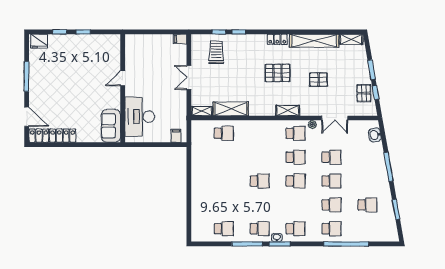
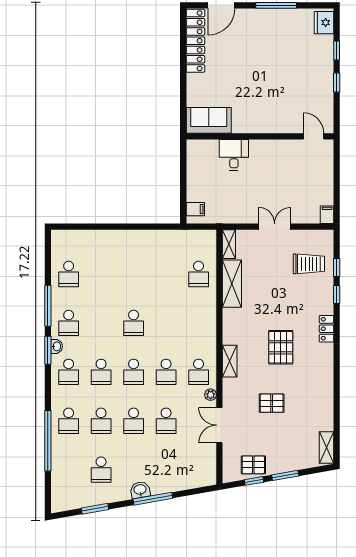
locker: (277, 39) -> (327, 329), moved
shelving: (314, 41) -> (325, 397), removed
door: (123, 78) -> (314, 136), moved
pallet: (319, 80) -> (272, 403), turned 90
desk: (140, 117) -> (234, 155), width x0.53, depth x0.77
washbasin: (375, 135) -> (140, 490), moved
school desk: (296, 205) -> (101, 372), added

